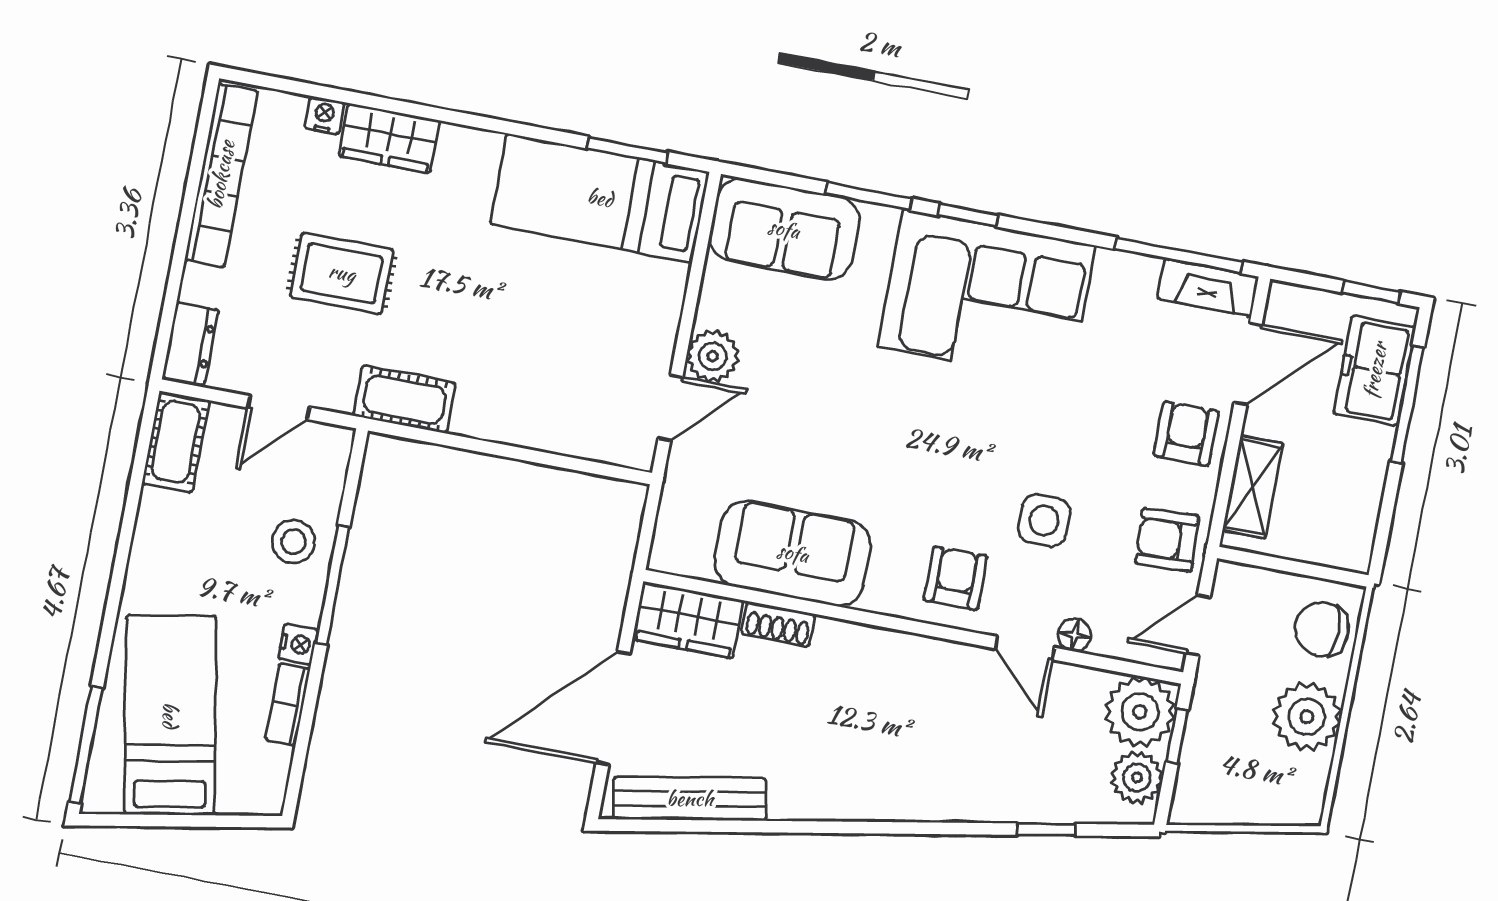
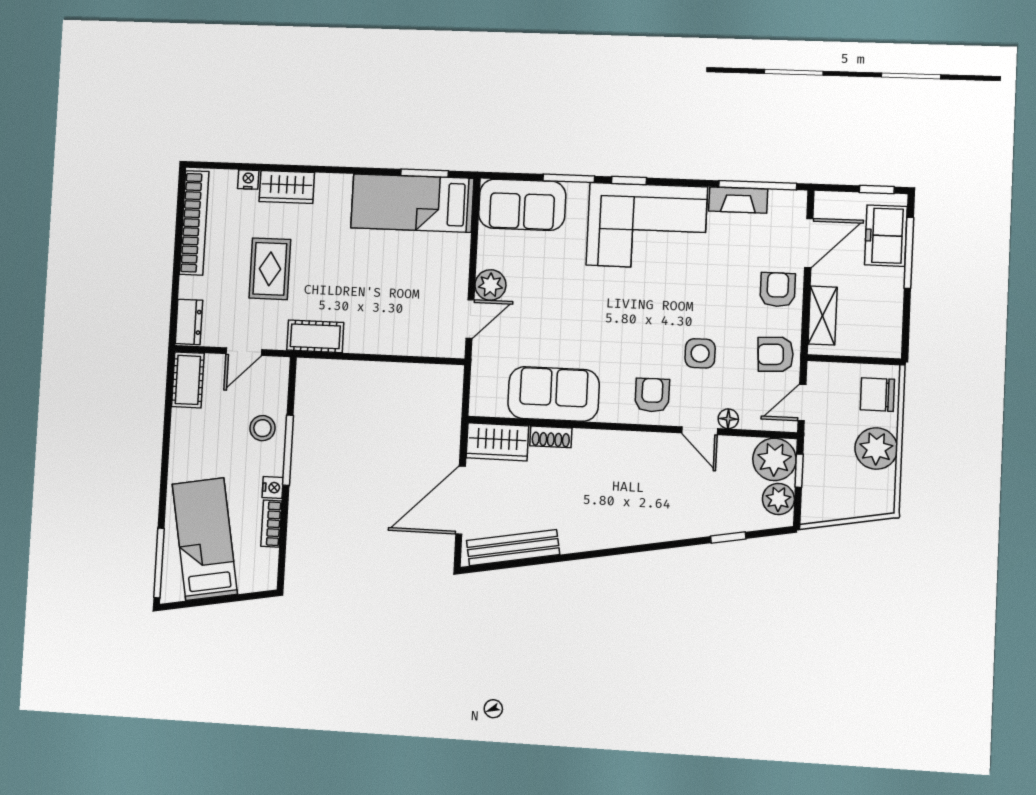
rug: (342, 273) -> (270, 269), turned 90
fireplace: (1208, 288) -> (738, 200), moved

